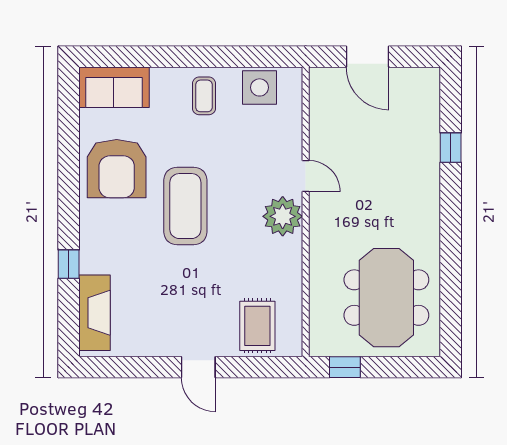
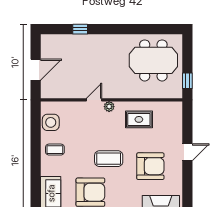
coffee table: (185, 206) -> (109, 159), width x0.73, depth x0.76
plant: (283, 216) -> (109, 107), width x0.53, depth x0.53
armchair: (170, 291) -> (150, 166), added
rug: (257, 326) -> (139, 119), moved

